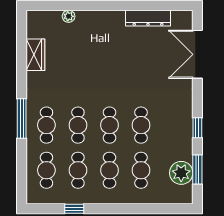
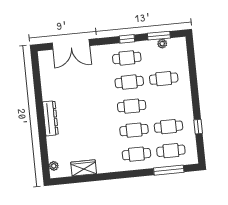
plant: (69, 16) -> (54, 166), moved
dresser: (148, 18) -> (50, 118), moved
window: (22, 118) -> (169, 170), moved
cafe table: (109, 170) -> (127, 58), moved
plant: (181, 173) -> (162, 44), width x0.53, depth x0.53

